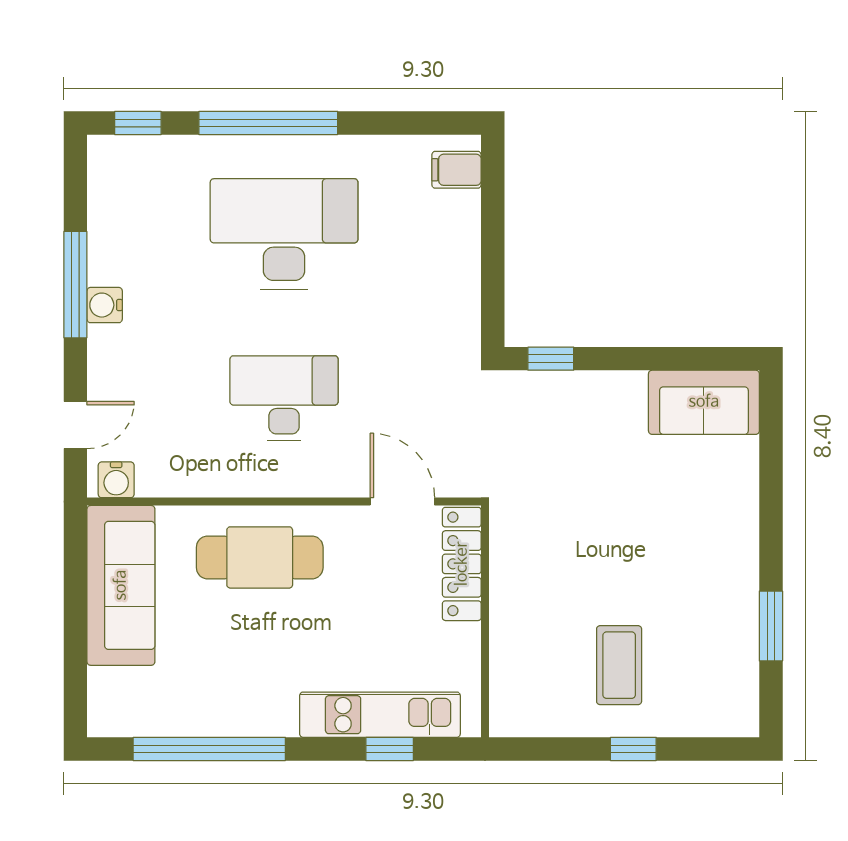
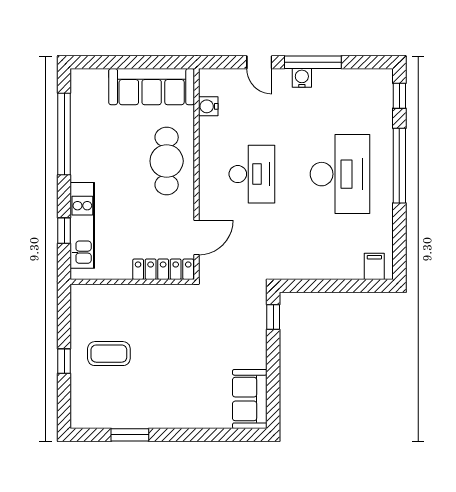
door: (75, 425) -> (259, 62), moved
water cooler: (116, 480) -> (208, 106), moved

